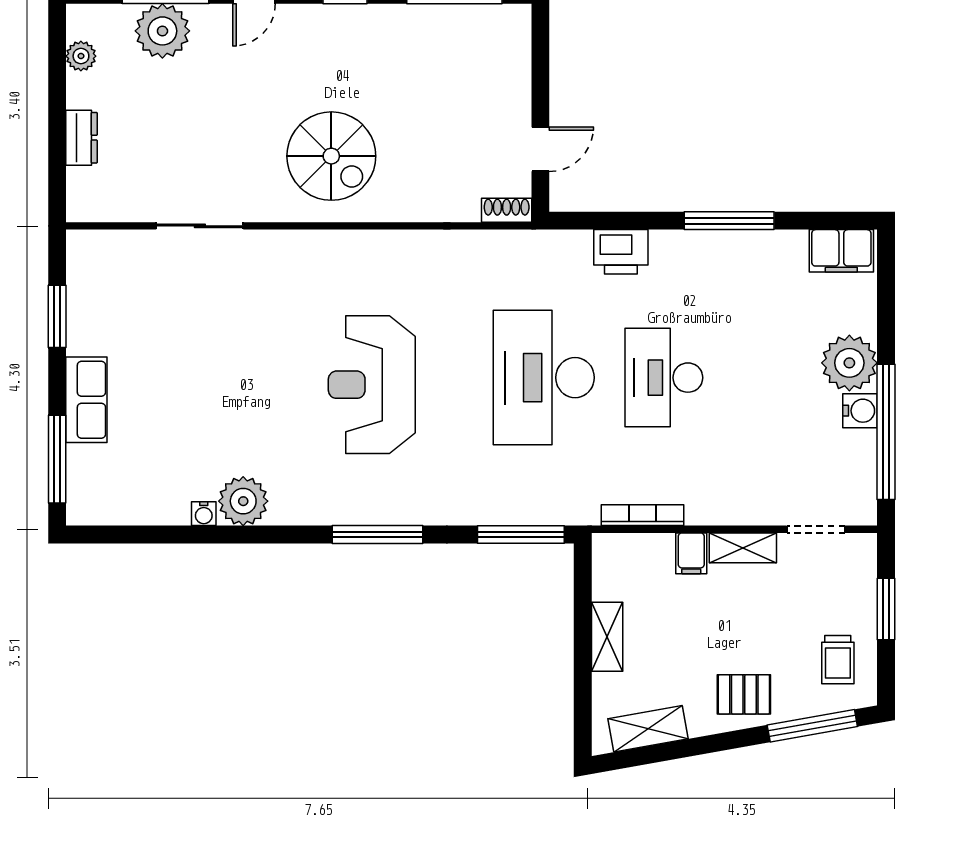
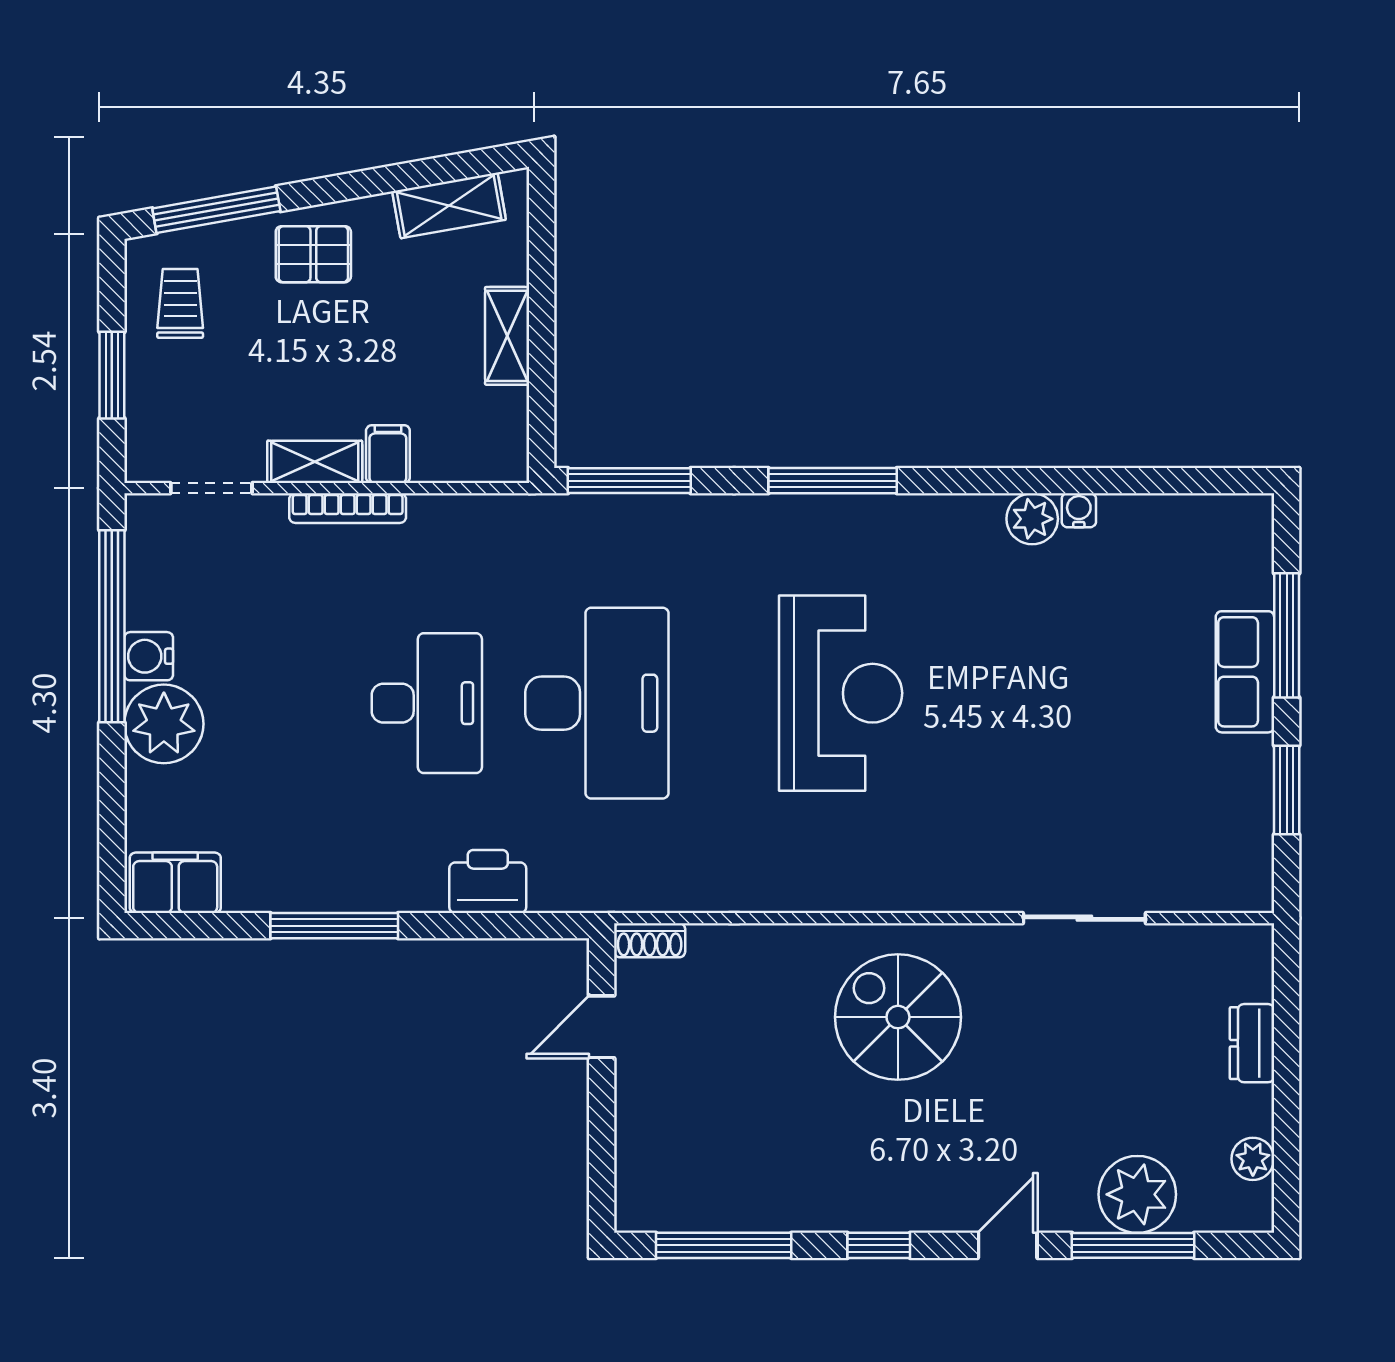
window: (57, 459) -> (1287, 635), moved
plant: (243, 501) -> (1032, 519), width x0.73, depth x0.73
bookcase: (642, 515) -> (348, 508), moved

